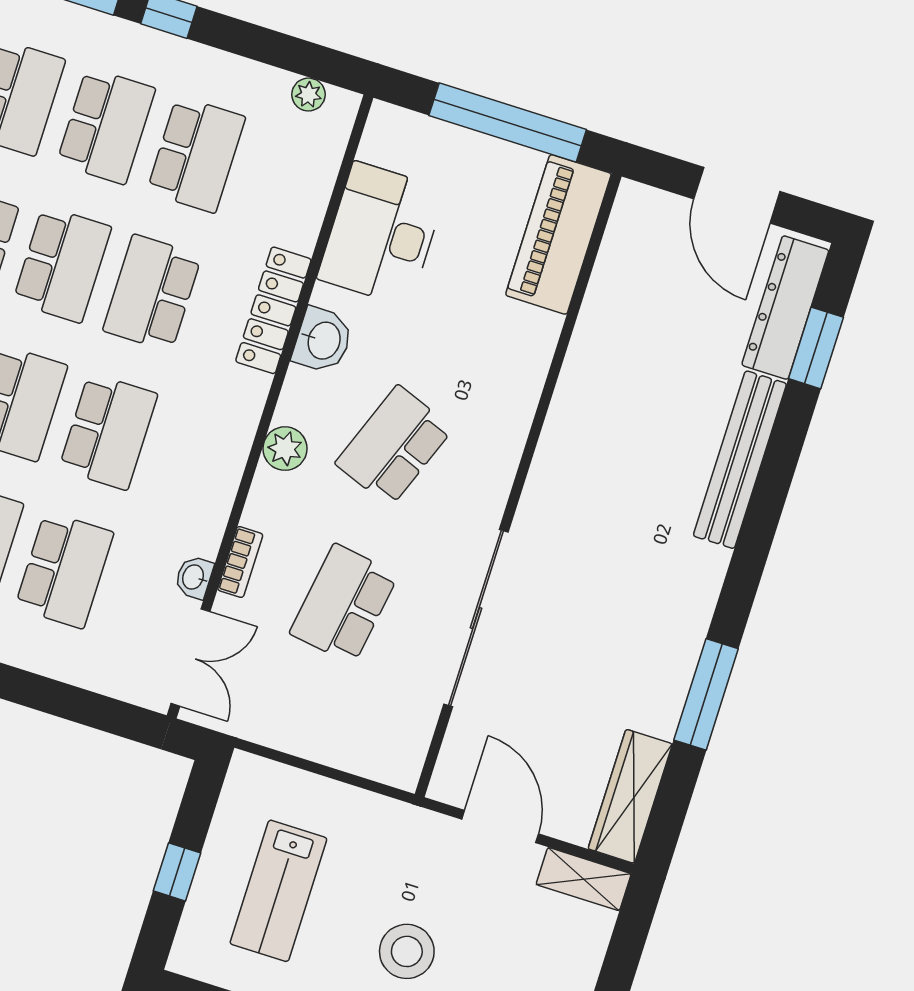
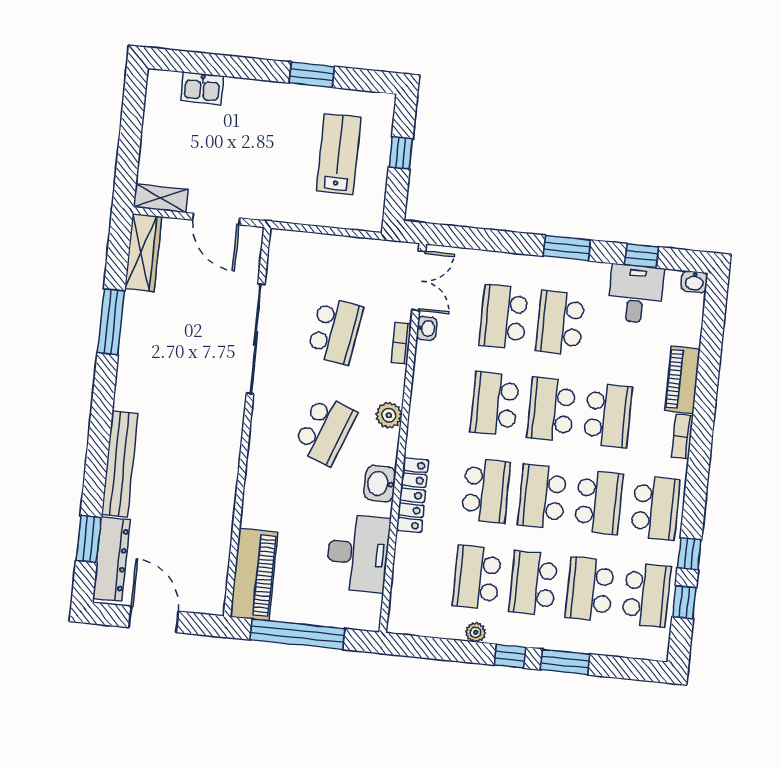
plant: (308, 95) -> (476, 632), moved
double door: (190, 657) -> (419, 281), swing flipped
stool: (407, 951) -> (256, 134), removed

